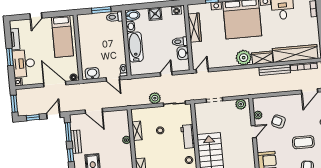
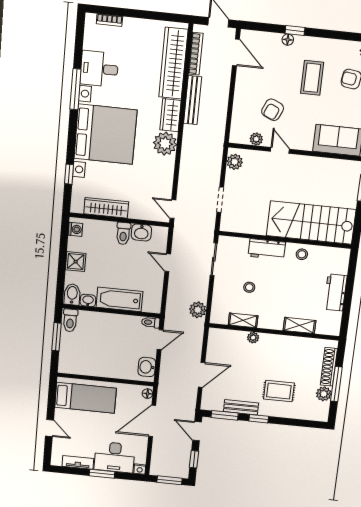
plant: (155, 98) -> (198, 310), moved

